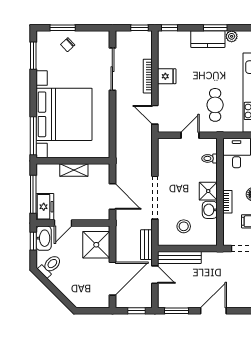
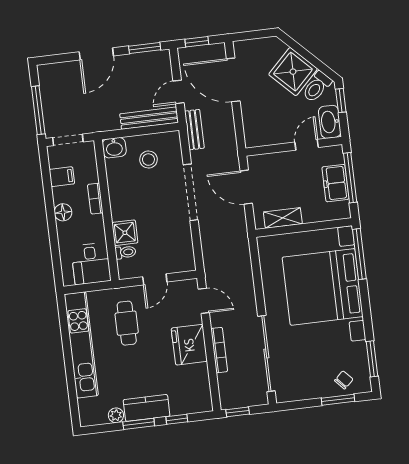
window: (170, 28) -> (177, 419), moved
chair: (68, 45) -> (344, 380), moved
sliding door: (112, 69) -> (266, 354), width x1.36
fridge: (167, 76) -> (189, 345), width x1.88, depth x1.34
shelving: (74, 170) -> (283, 218), moved
shower: (208, 191) -> (125, 233), moved
freezer: (45, 207) -> (335, 183), moved
washbasin: (210, 210) -> (114, 148), moved, turned 90
window: (33, 241) -> (341, 100), moved
shower: (96, 245) -> (293, 72), moved, turned 45
door: (155, 275) -> (178, 92), hinge flipped
door: (112, 279) -> (233, 80), hinge flipped

